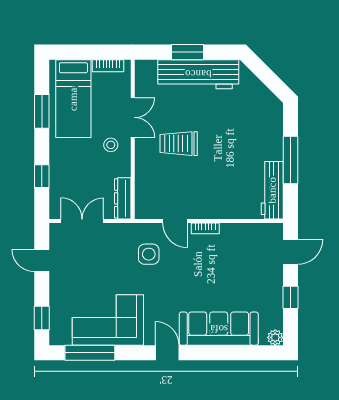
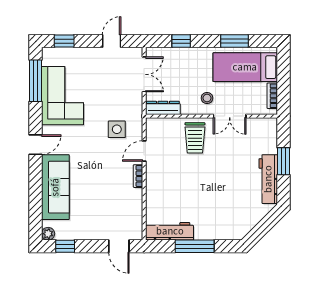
workbench: (198, 74) -> (268, 179), width x0.73, depth x0.76
trolley: (179, 144) -> (195, 138), moved, turned 180
window: (291, 297) -> (65, 246), moved

